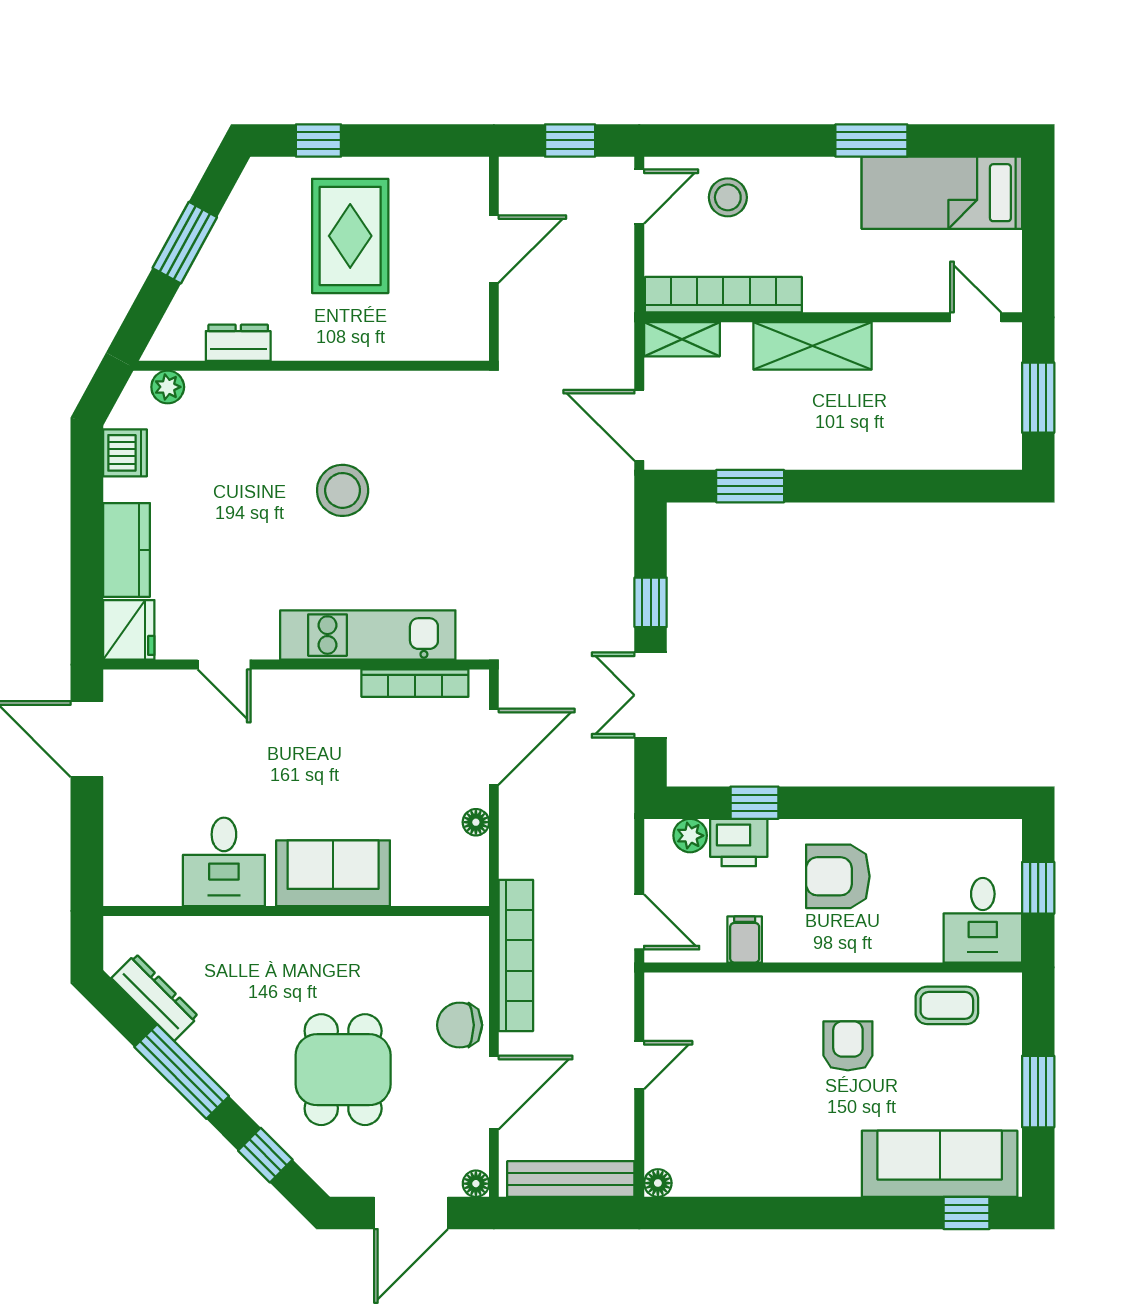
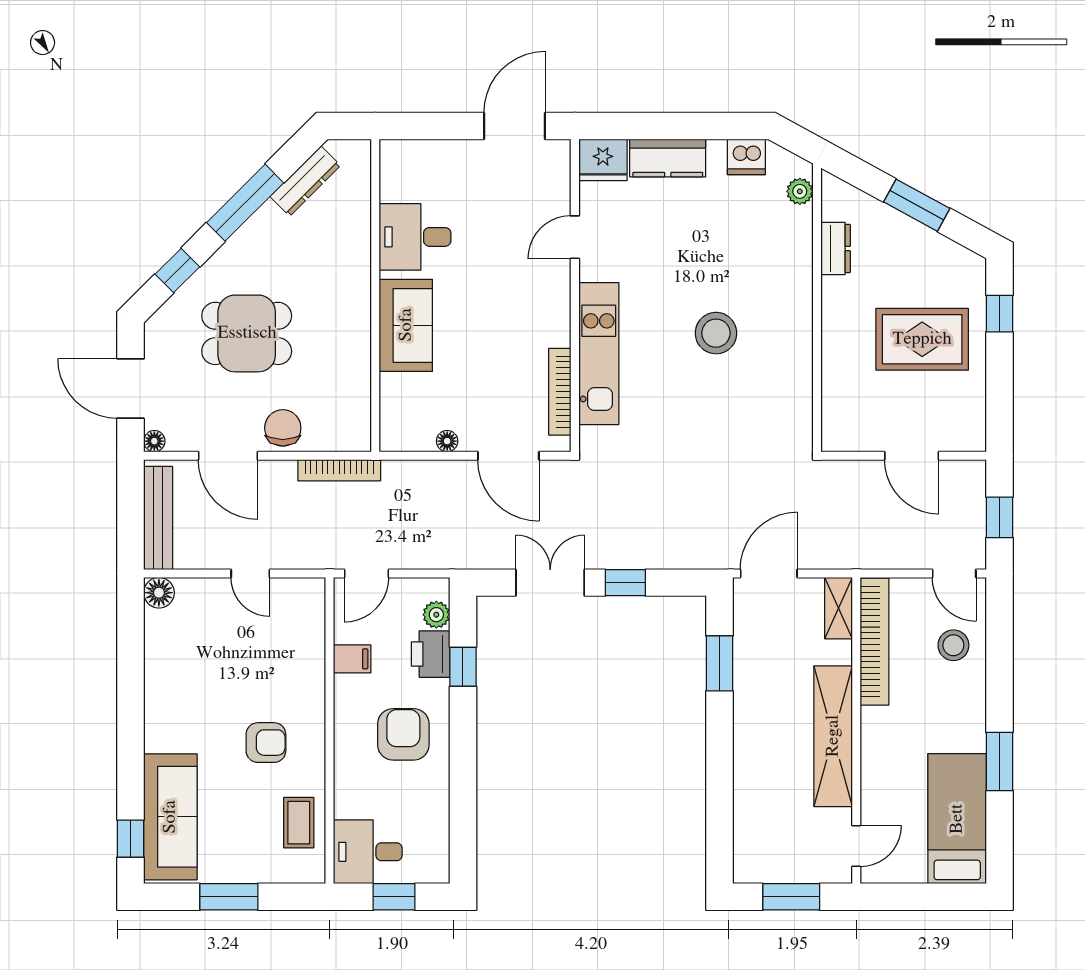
shelving: (813, 346) -> (833, 736), width x1.47
bookcase: (516, 955) -> (339, 470), width x0.68, depth x0.76
floor lamp: (658, 1183) -> (159, 593), width x1.37, depth x1.37

